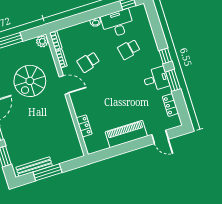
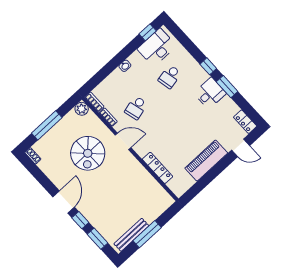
desk: (118, 23) -> (157, 47), moved
locker: (170, 105) -> (245, 122), moved
locker: (84, 126) -> (158, 168), width x1.53

